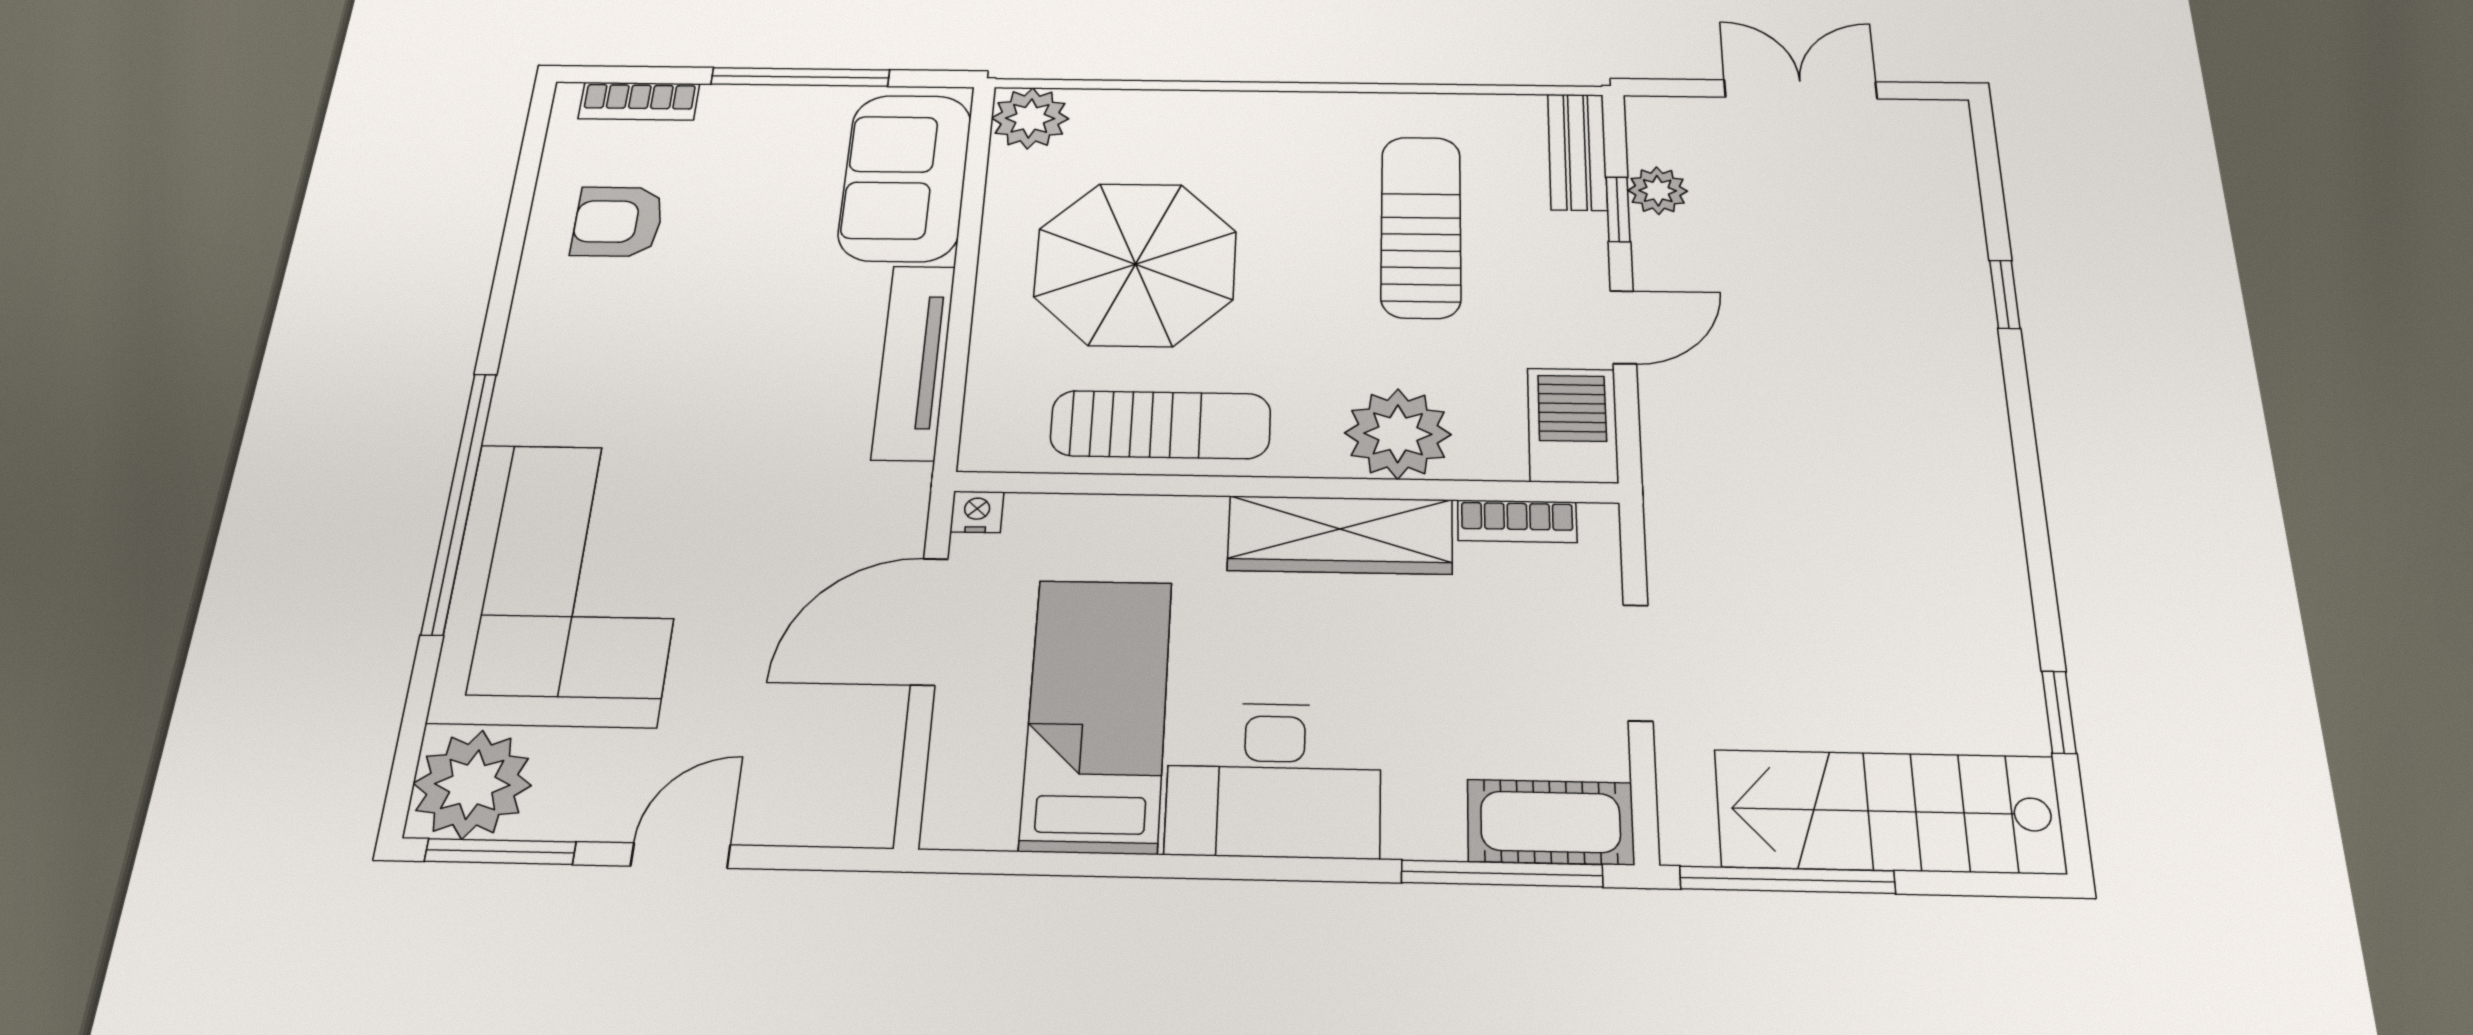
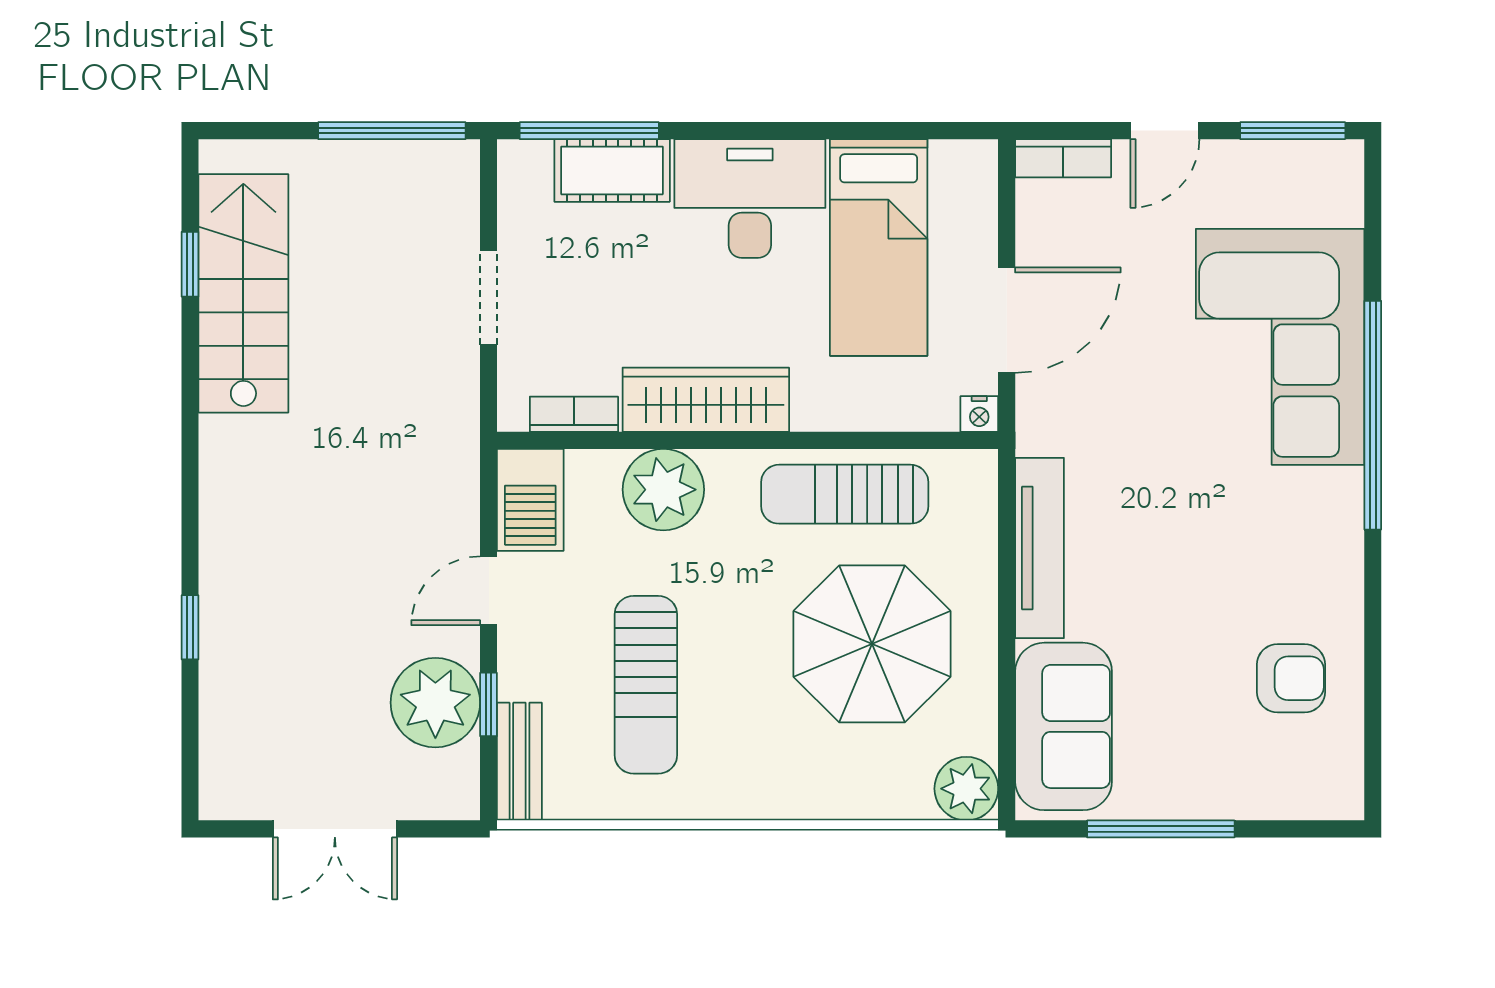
bookcase: (639, 101) -> (1063, 158), moved, turned 180
plant: (1658, 191) -> (435, 703), width x1.87, depth x1.87
plant: (472, 784) -> (1322, 182), removed
stairs: (1889, 811) -> (243, 293), moved, turned -90
cot: (1550, 822) -> (612, 170), moved

